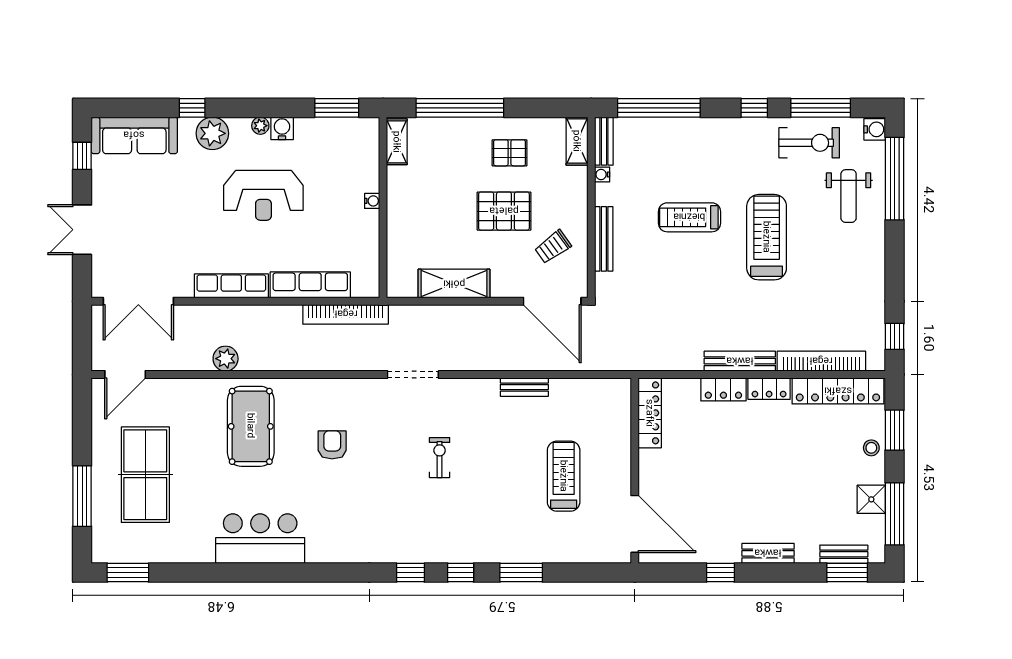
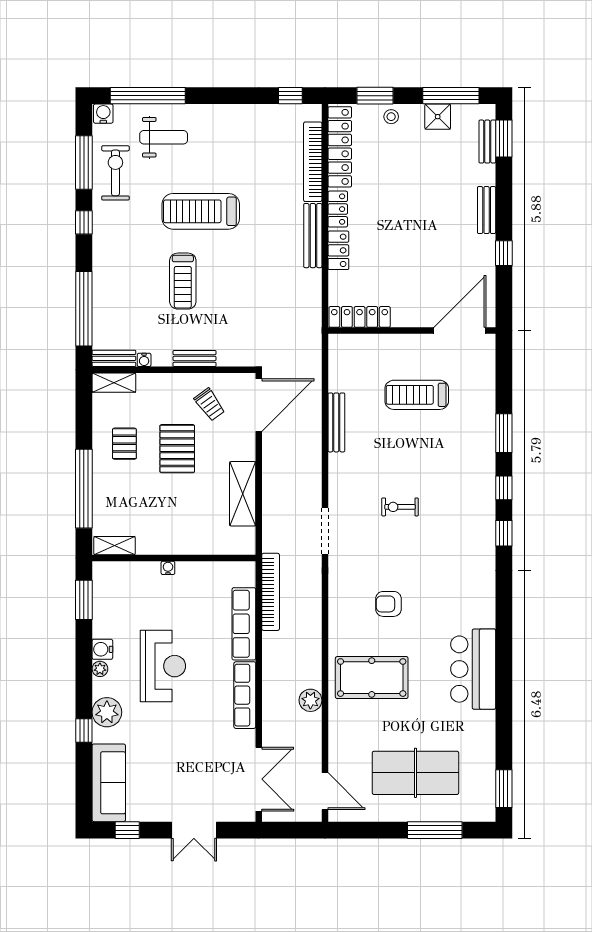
bench: (604, 239) -> (194, 358), width x0.73
bench: (524, 387) -> (336, 422), width x1.36

